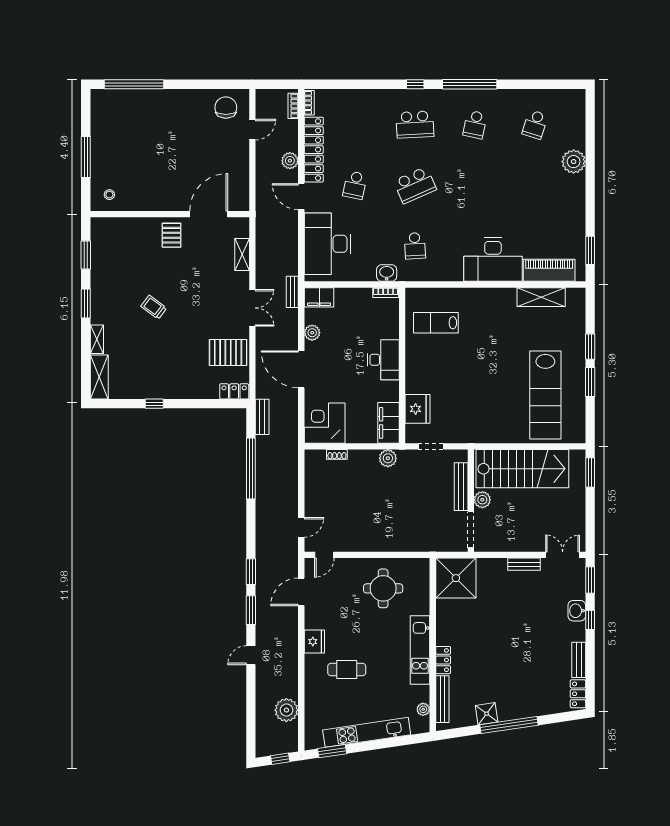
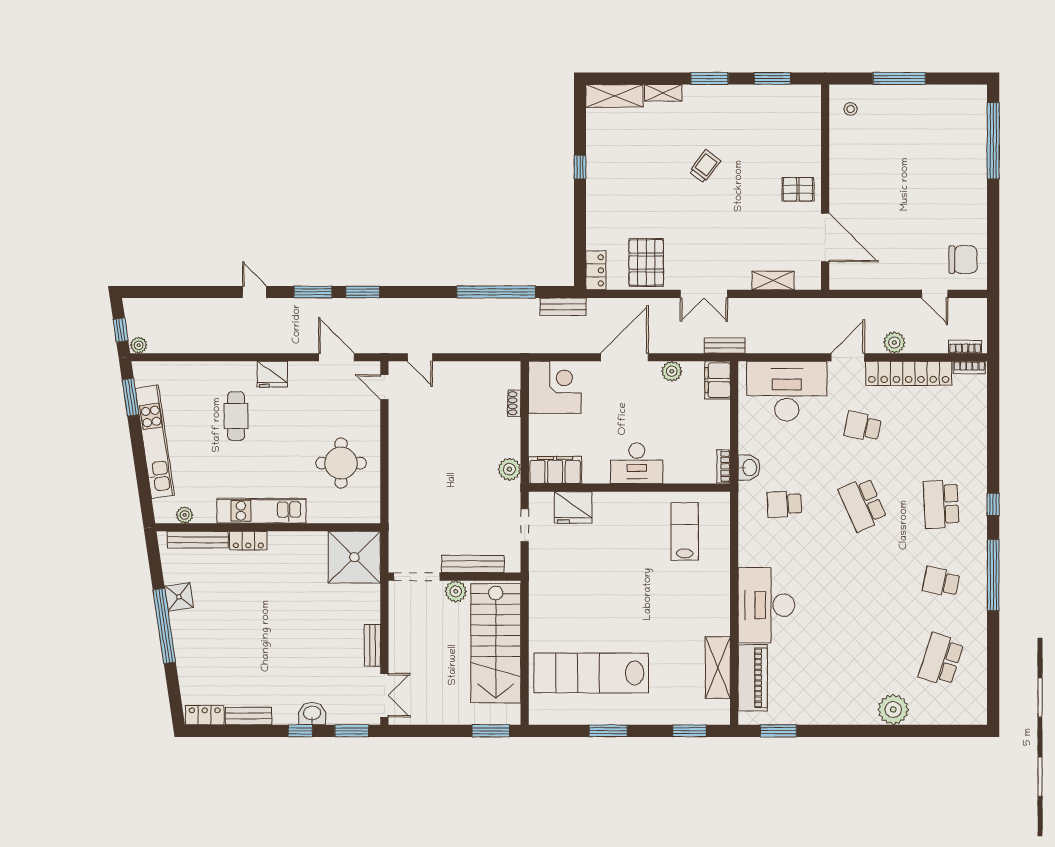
school desk: (535, 125) -> (941, 660), width x1.85
window: (590, 347) -> (689, 731), moved
plant: (286, 710) -> (139, 345), moved, width x0.53, depth x0.53

